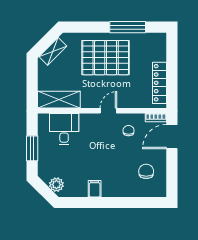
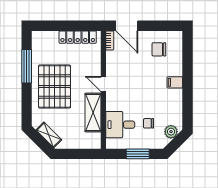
shelving: (59, 100) -> (93, 112), moved
chair: (129, 131) -> (149, 123), moved
filing cabinet: (95, 189) -> (175, 82), moved

